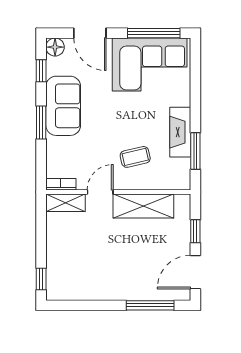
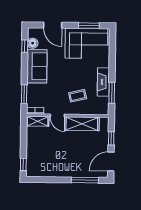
window: (154, 33) -> (89, 26), width x0.69
floor lamp: (55, 47) -> (33, 43), moved
window: (41, 123) -> (24, 94), moved
door: (100, 192) -> (57, 115), swing flipped

